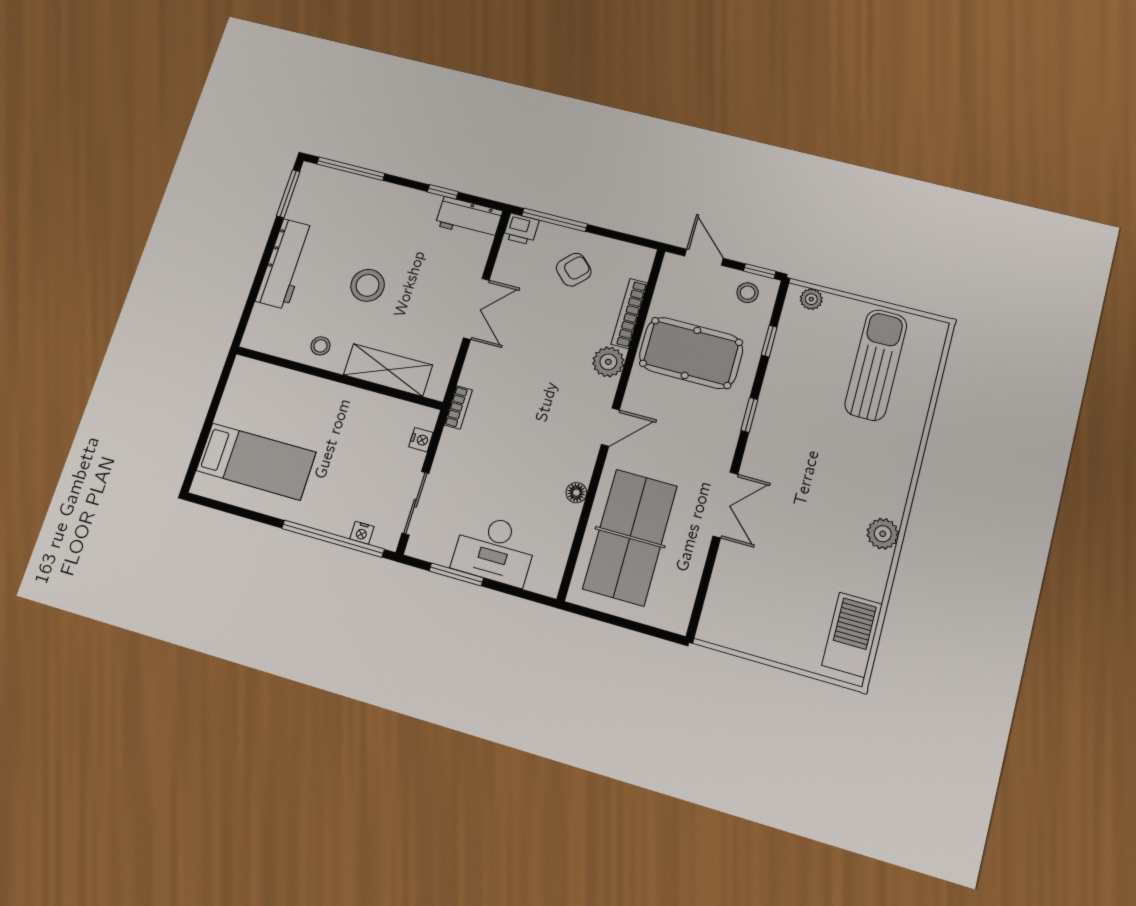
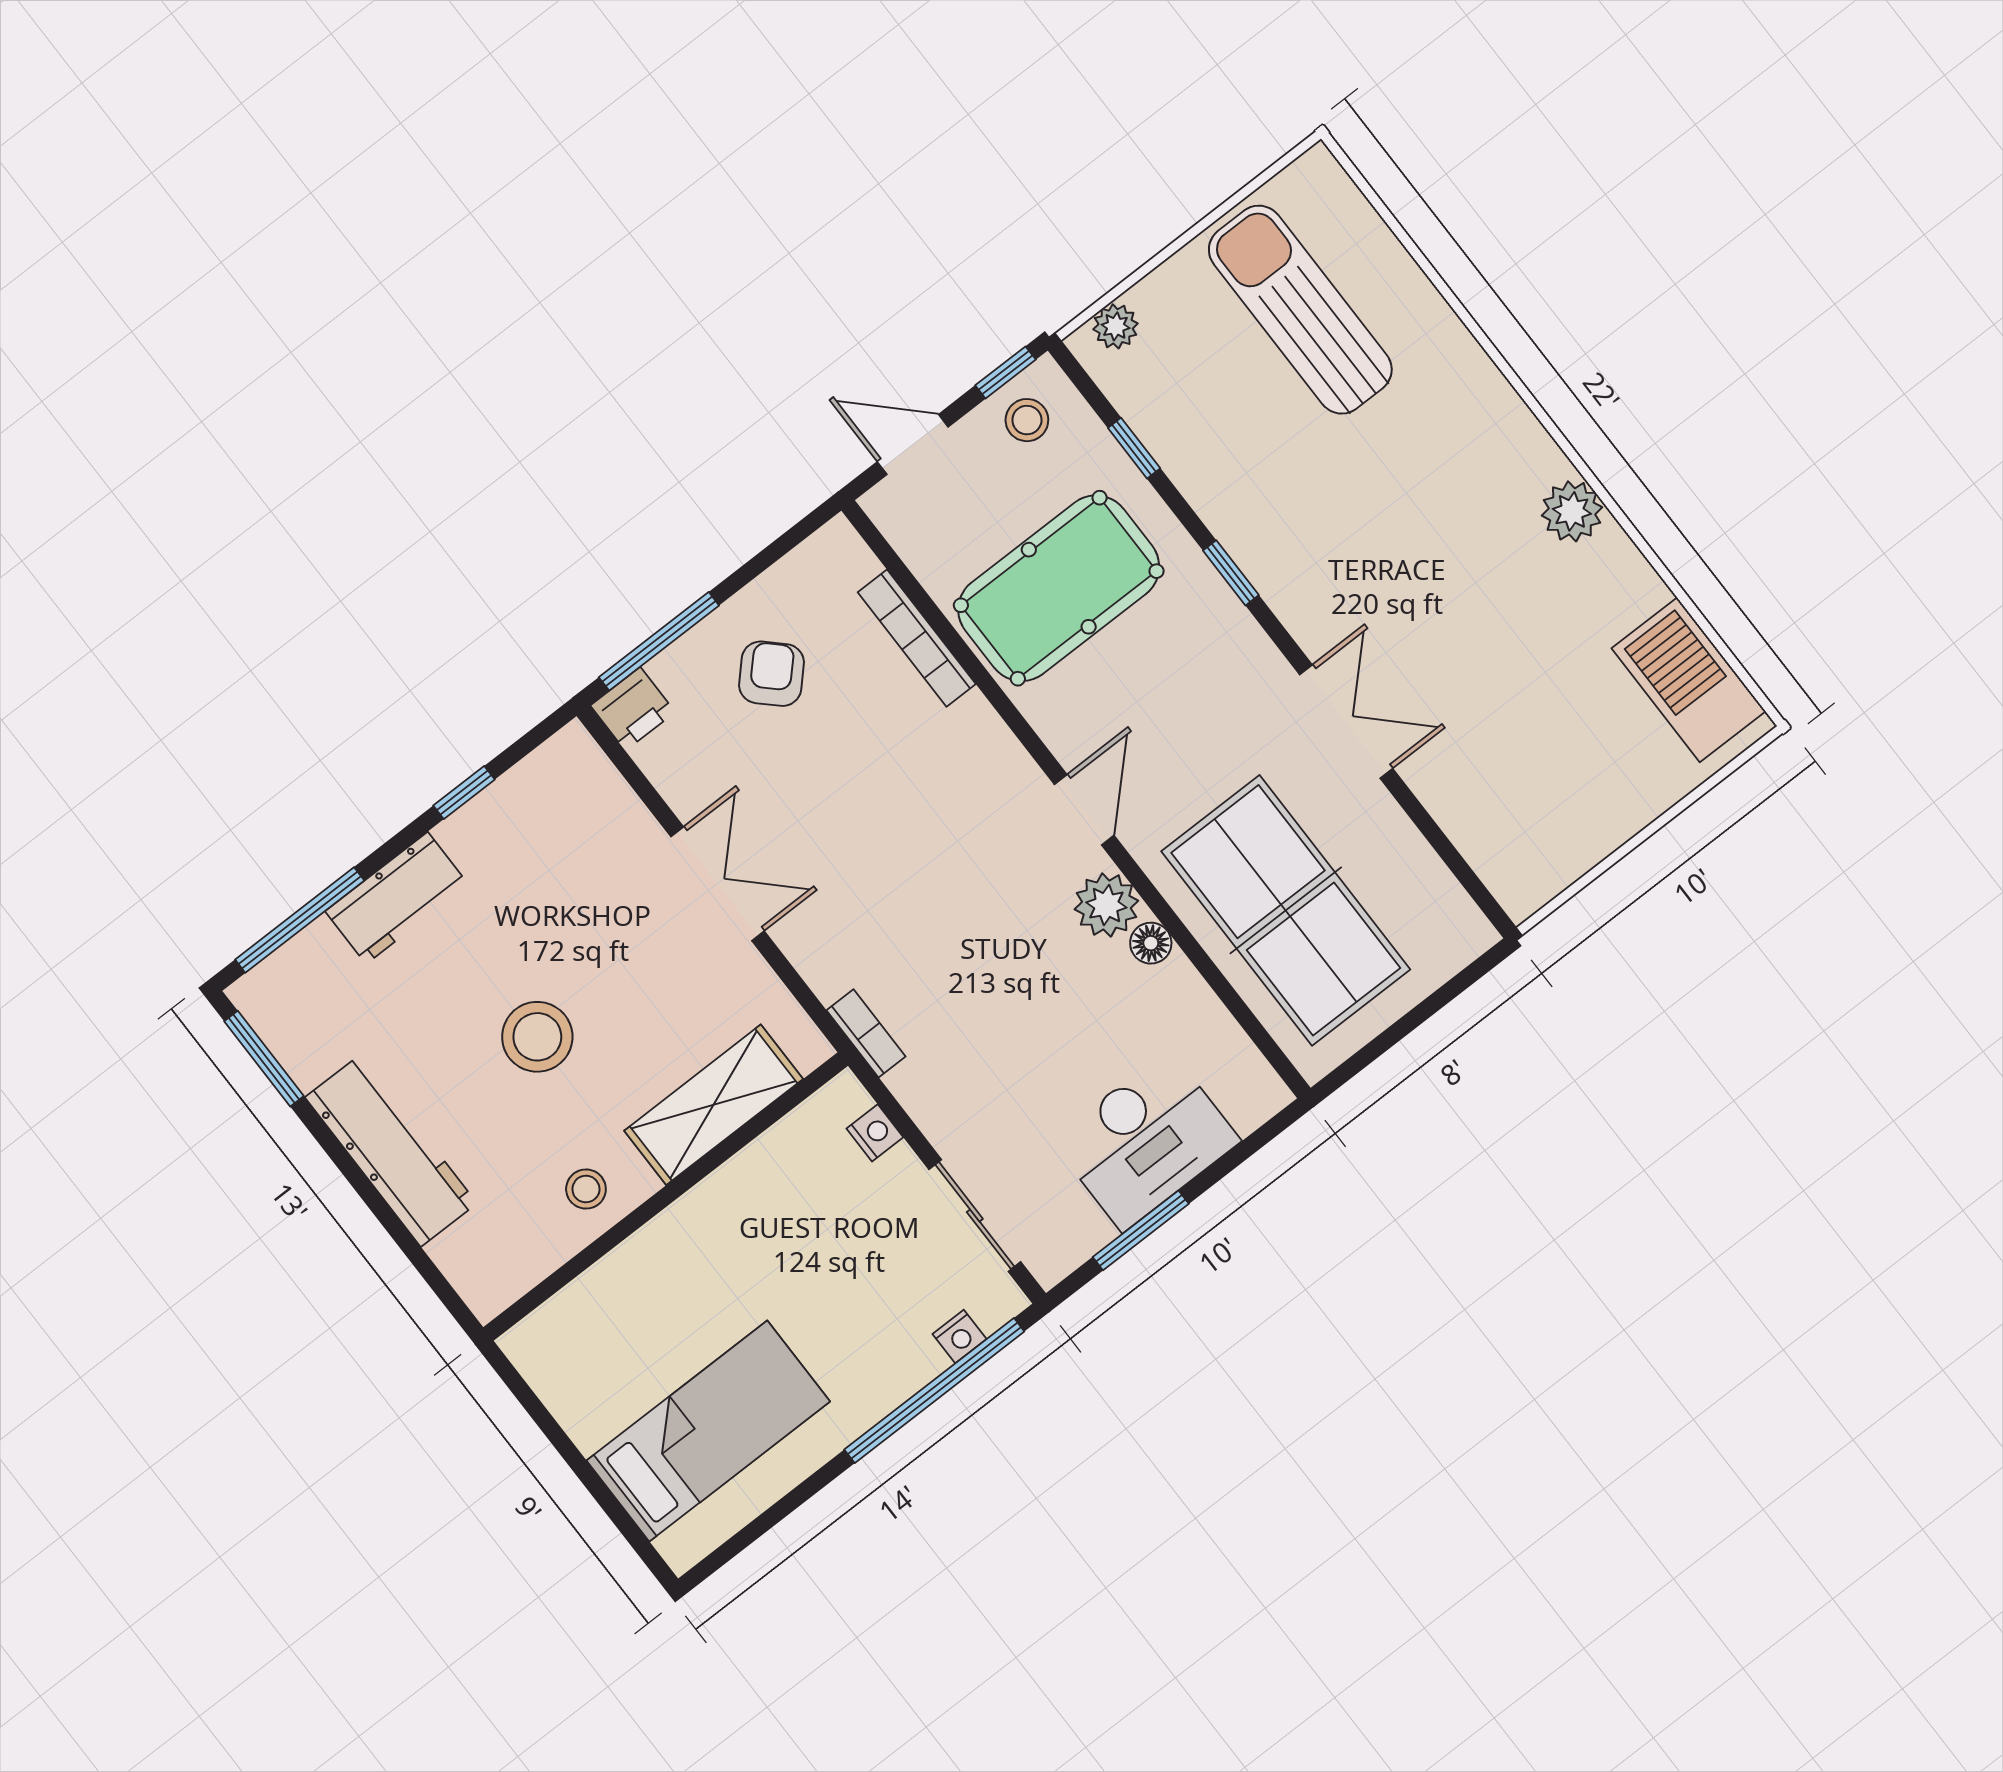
workbench: (469, 218) -> (397, 898), moved
plant: (608, 362) -> (1106, 905), moved

